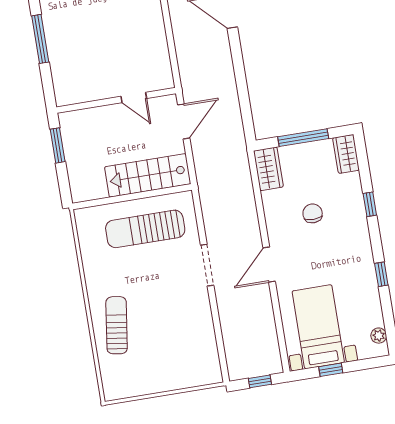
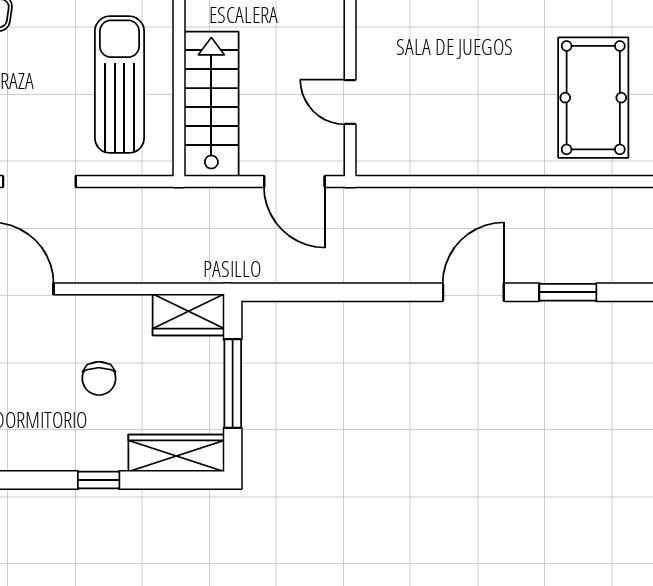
door: (134, 97) -> (350, 102), hinge flipped
wardrobe: (346, 154) -> (176, 453), width x1.50
chair: (313, 213) -> (99, 378), turned 90

